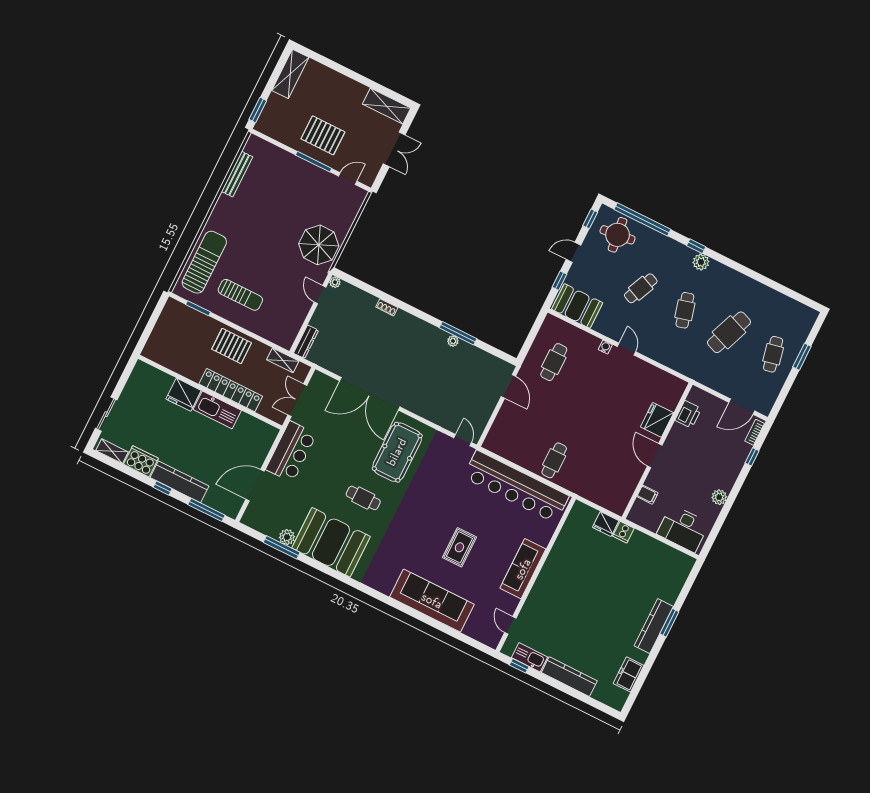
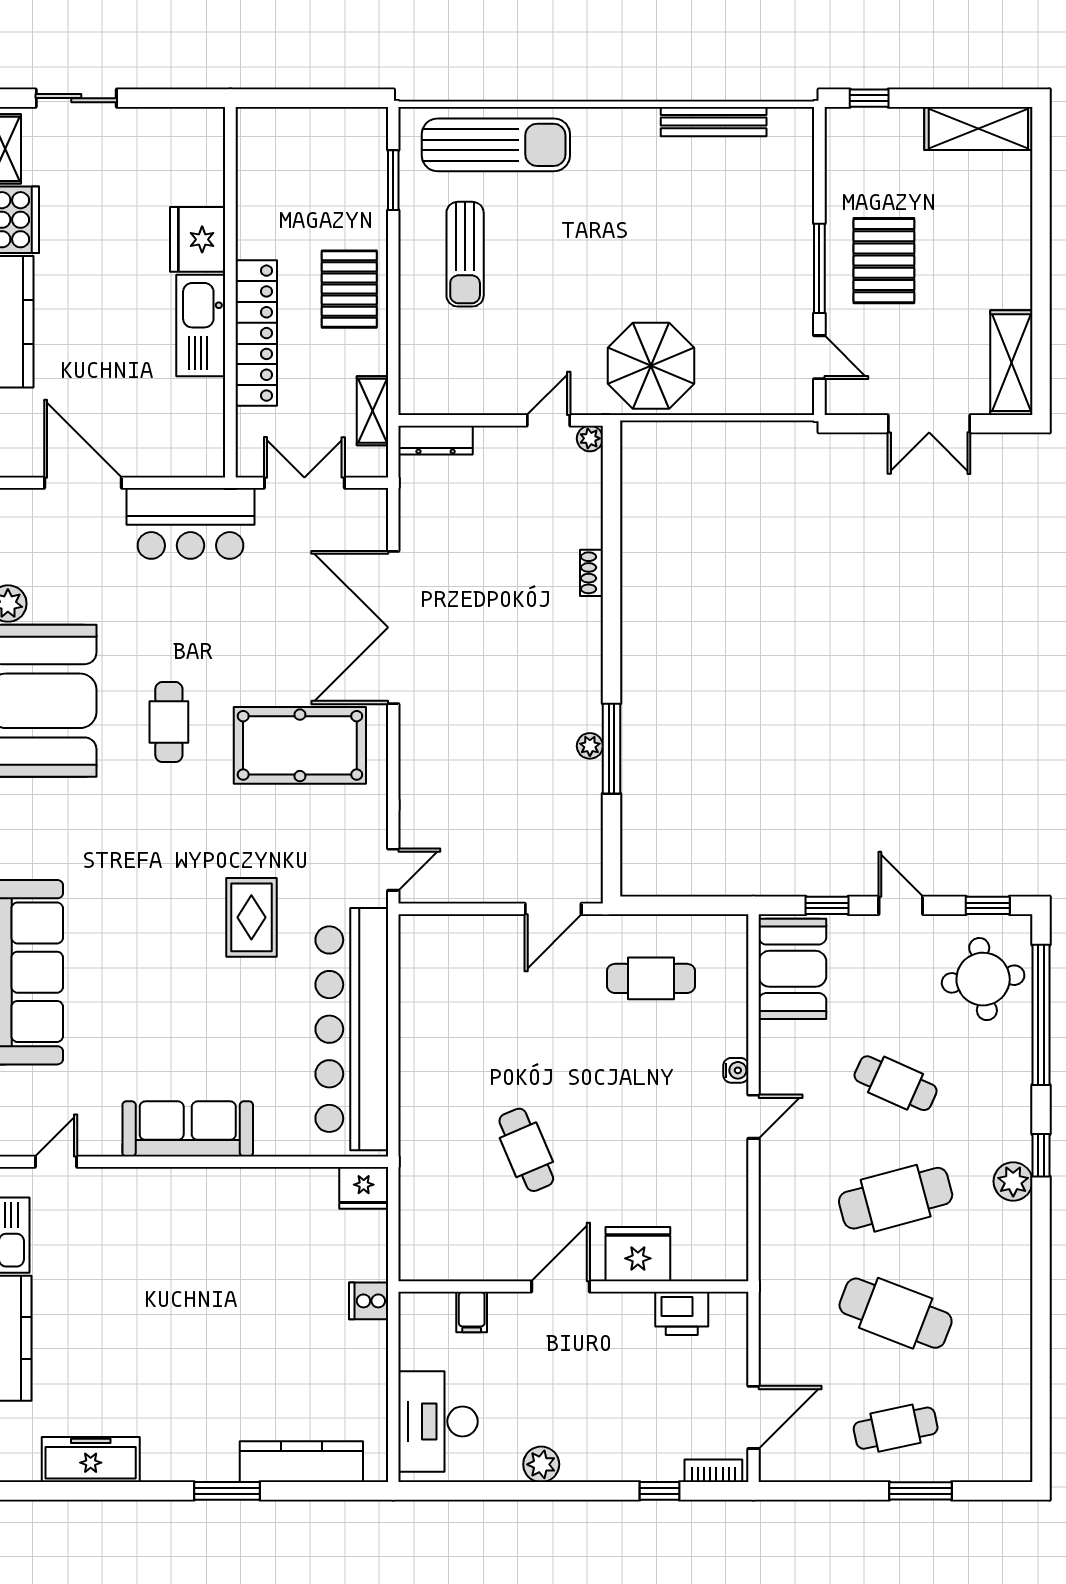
window: (258, 110) -> (869, 98), width x0.67
cafe table: (685, 310) -> (896, 1198), width x1.37, depth x1.35
door: (742, 407) -> (754, 1417), swing flipped
cafe table: (554, 460) -> (526, 1150), moved, turned 67
fridge: (606, 524) -> (364, 1188), moved, turned -90
rug: (459, 547) -> (251, 917), moved, turned 90
kitchen counter: (654, 626) -> (301, 1462), moved
freezer: (629, 674) -> (91, 1460), width x1.40

